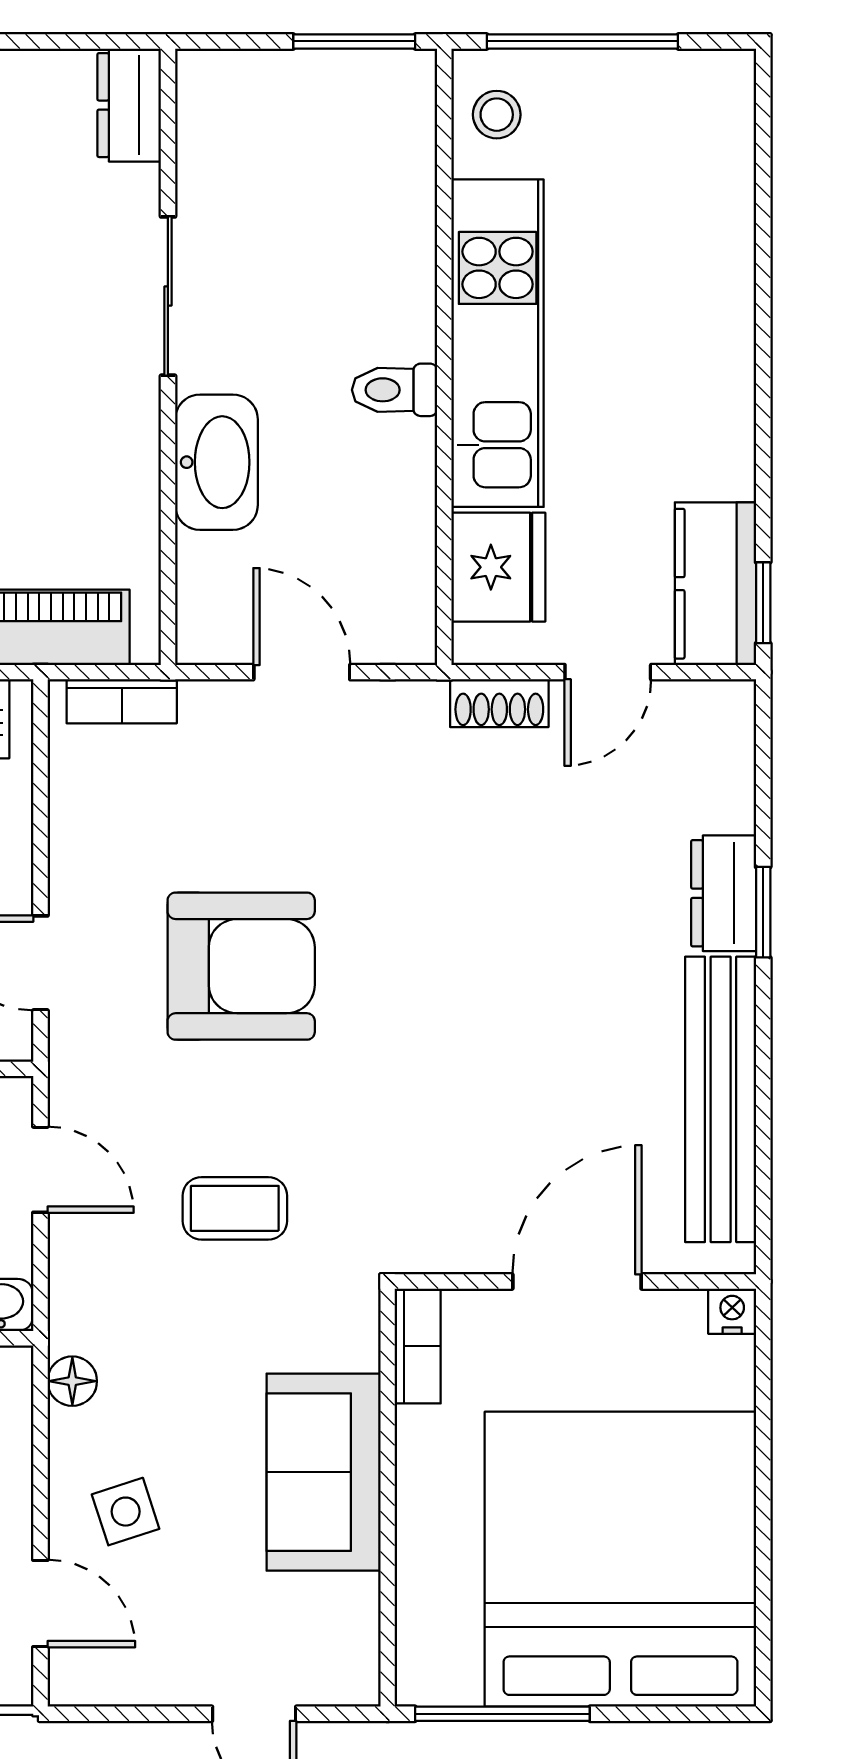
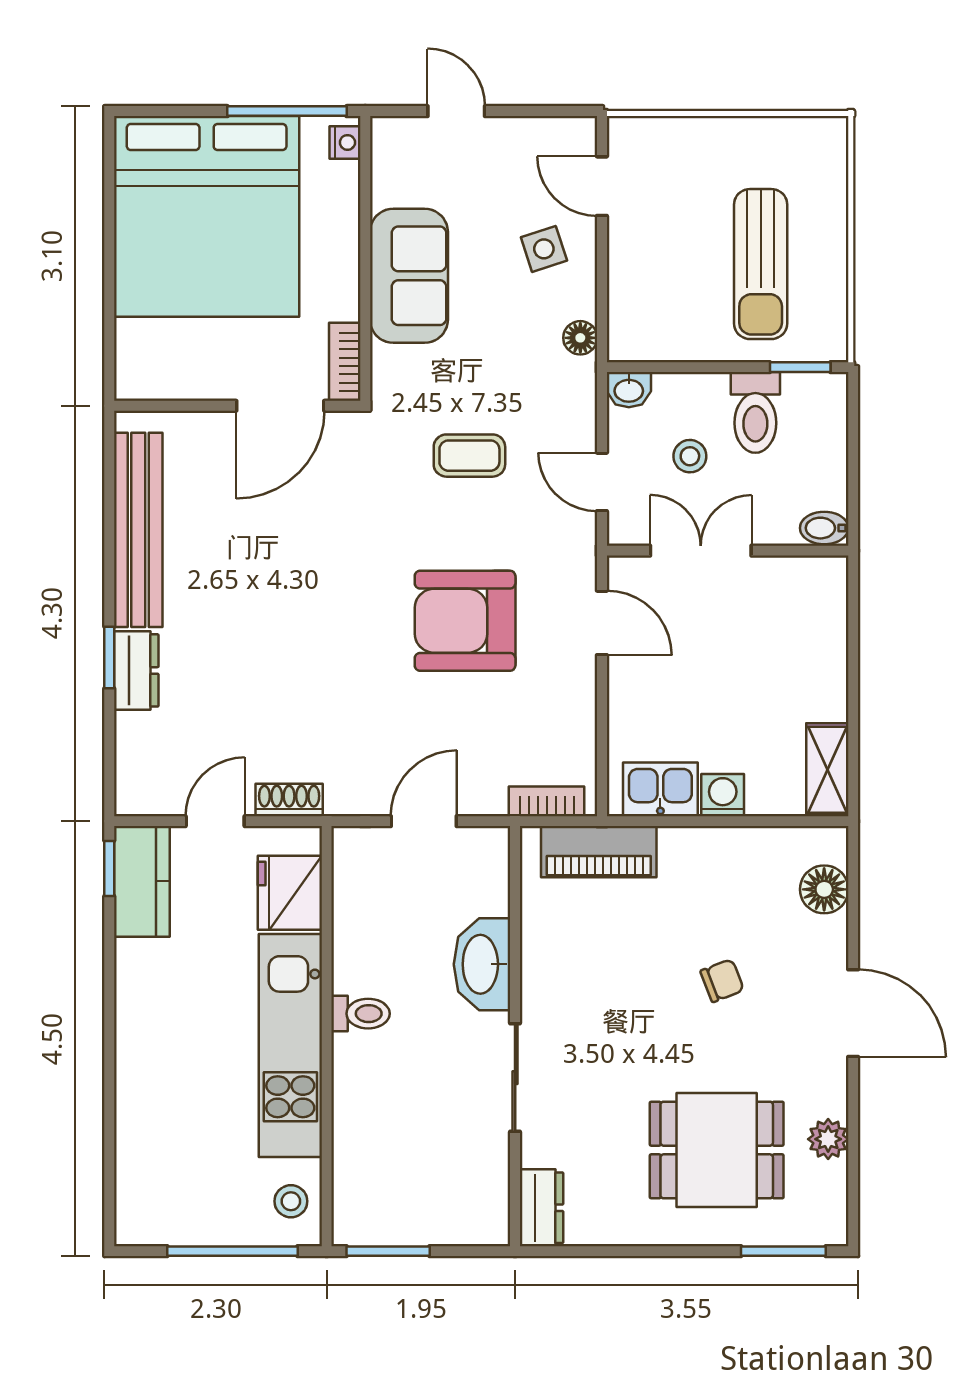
door: (302, 672) -> (424, 821), swing flipped
door: (577, 1281) -> (280, 406), moved
nightstand: (732, 1311) -> (345, 142), moved, turned -90

